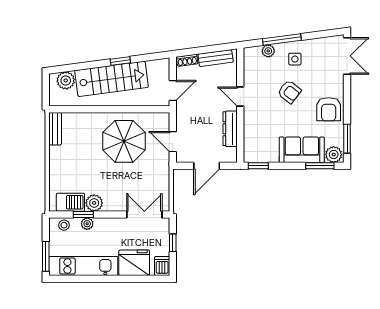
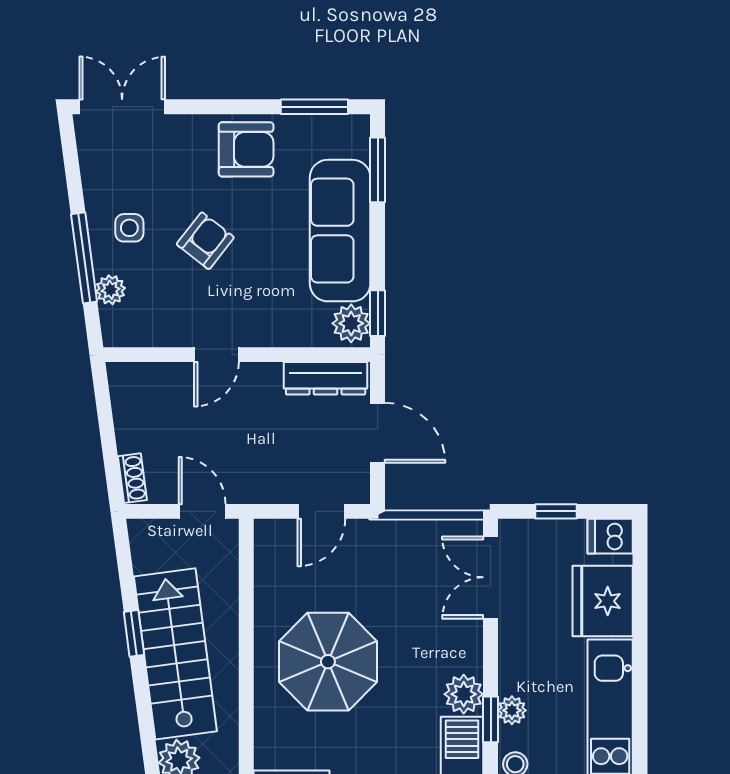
bench: (216, 58) -> (127, 412), removed
dresser: (230, 129) -> (326, 378), moved
parasol: (124, 141) -> (328, 662), moved
sofa: (302, 150) -> (340, 231), width x1.36
plant: (334, 155) -> (351, 323), moved

